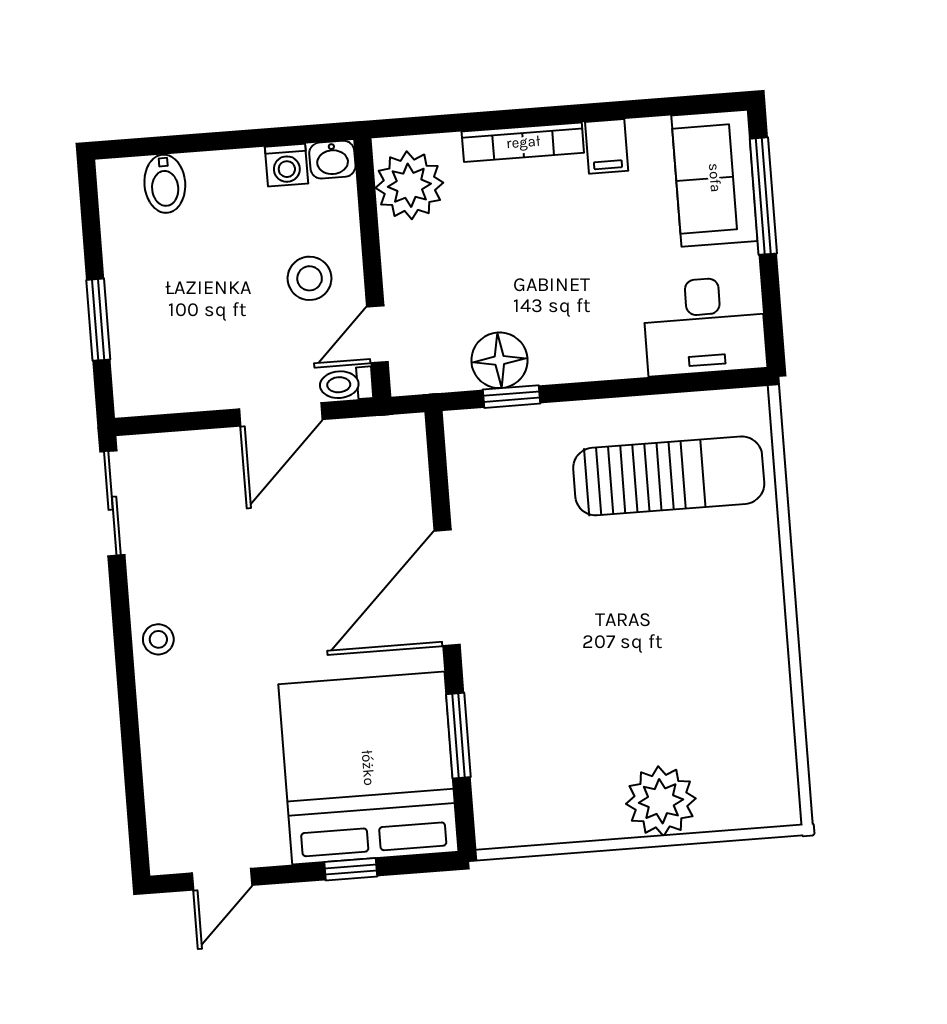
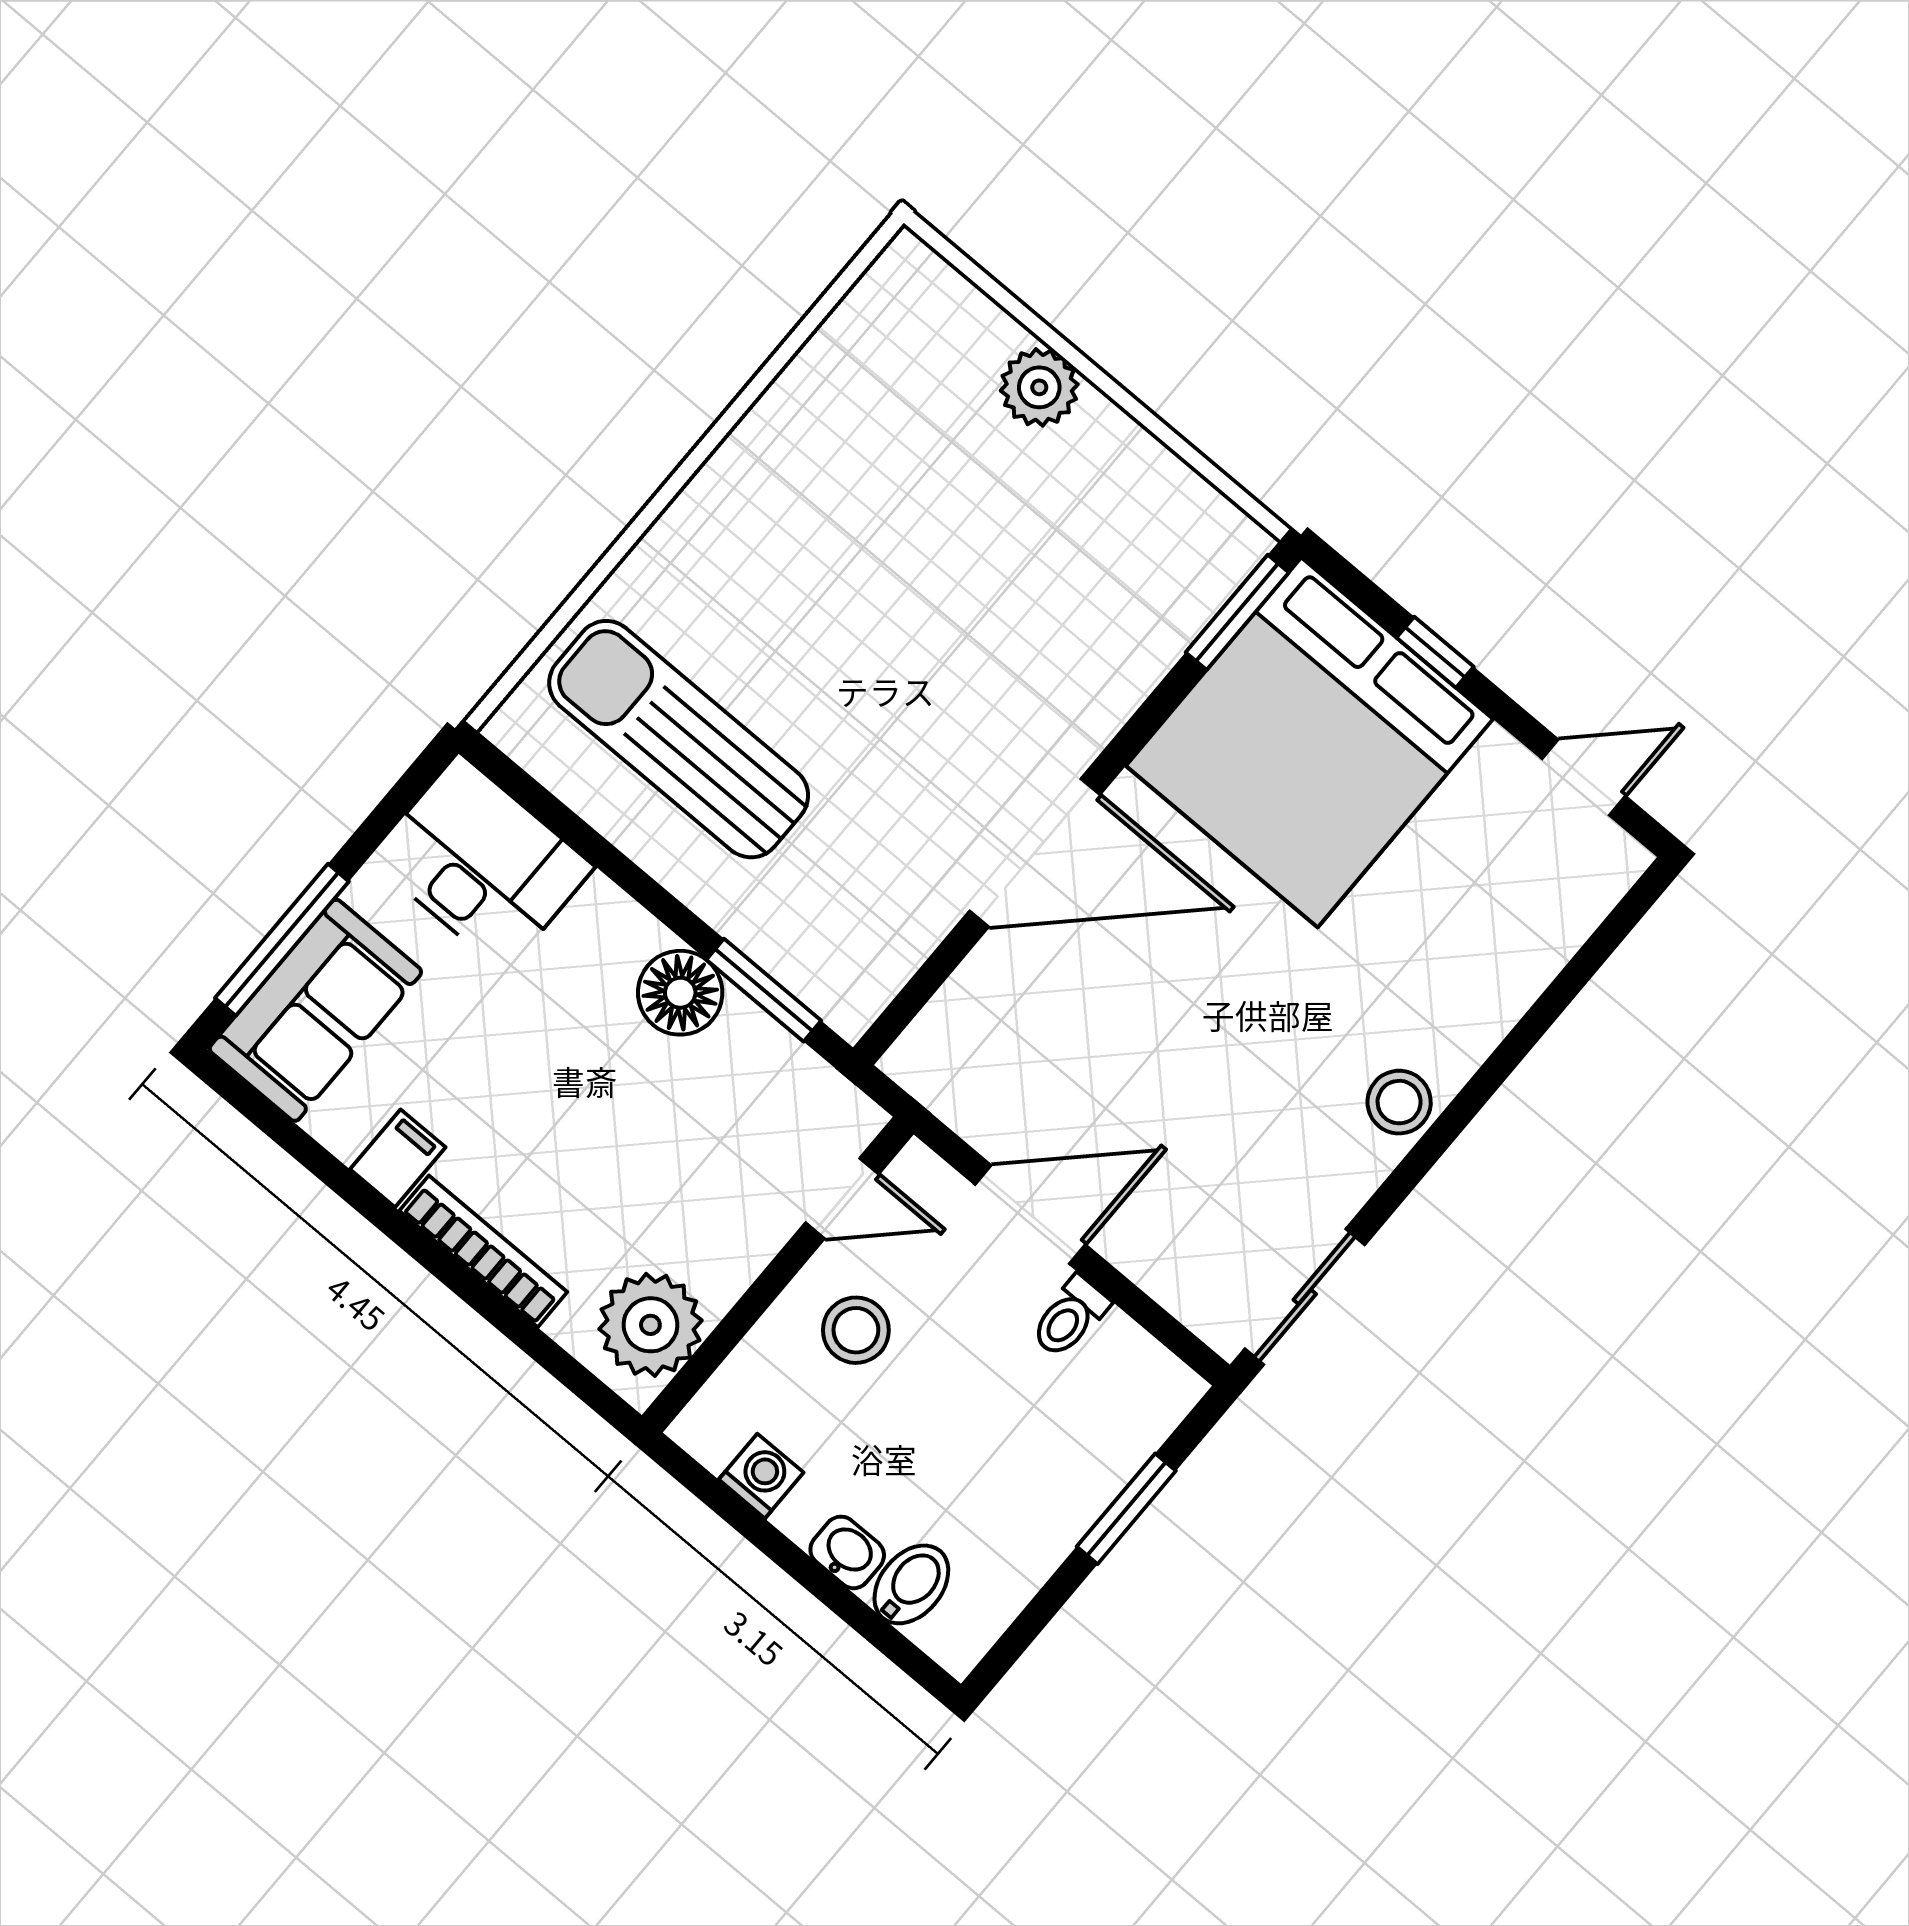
washbasin: (332, 160) -> (847, 1552), moved
floor lamp: (499, 360) -> (680, 993), moved
toilet: (346, 384) -> (1070, 1317), moved, turned 90
window: (512, 397) -> (764, 990), width x1.50
stool: (158, 639) -> (1399, 1102), width x1.37, depth x1.37
window: (458, 736) -> (1237, 612), moved
plant: (661, 801) -> (1039, 387), width x0.73, depth x0.73

